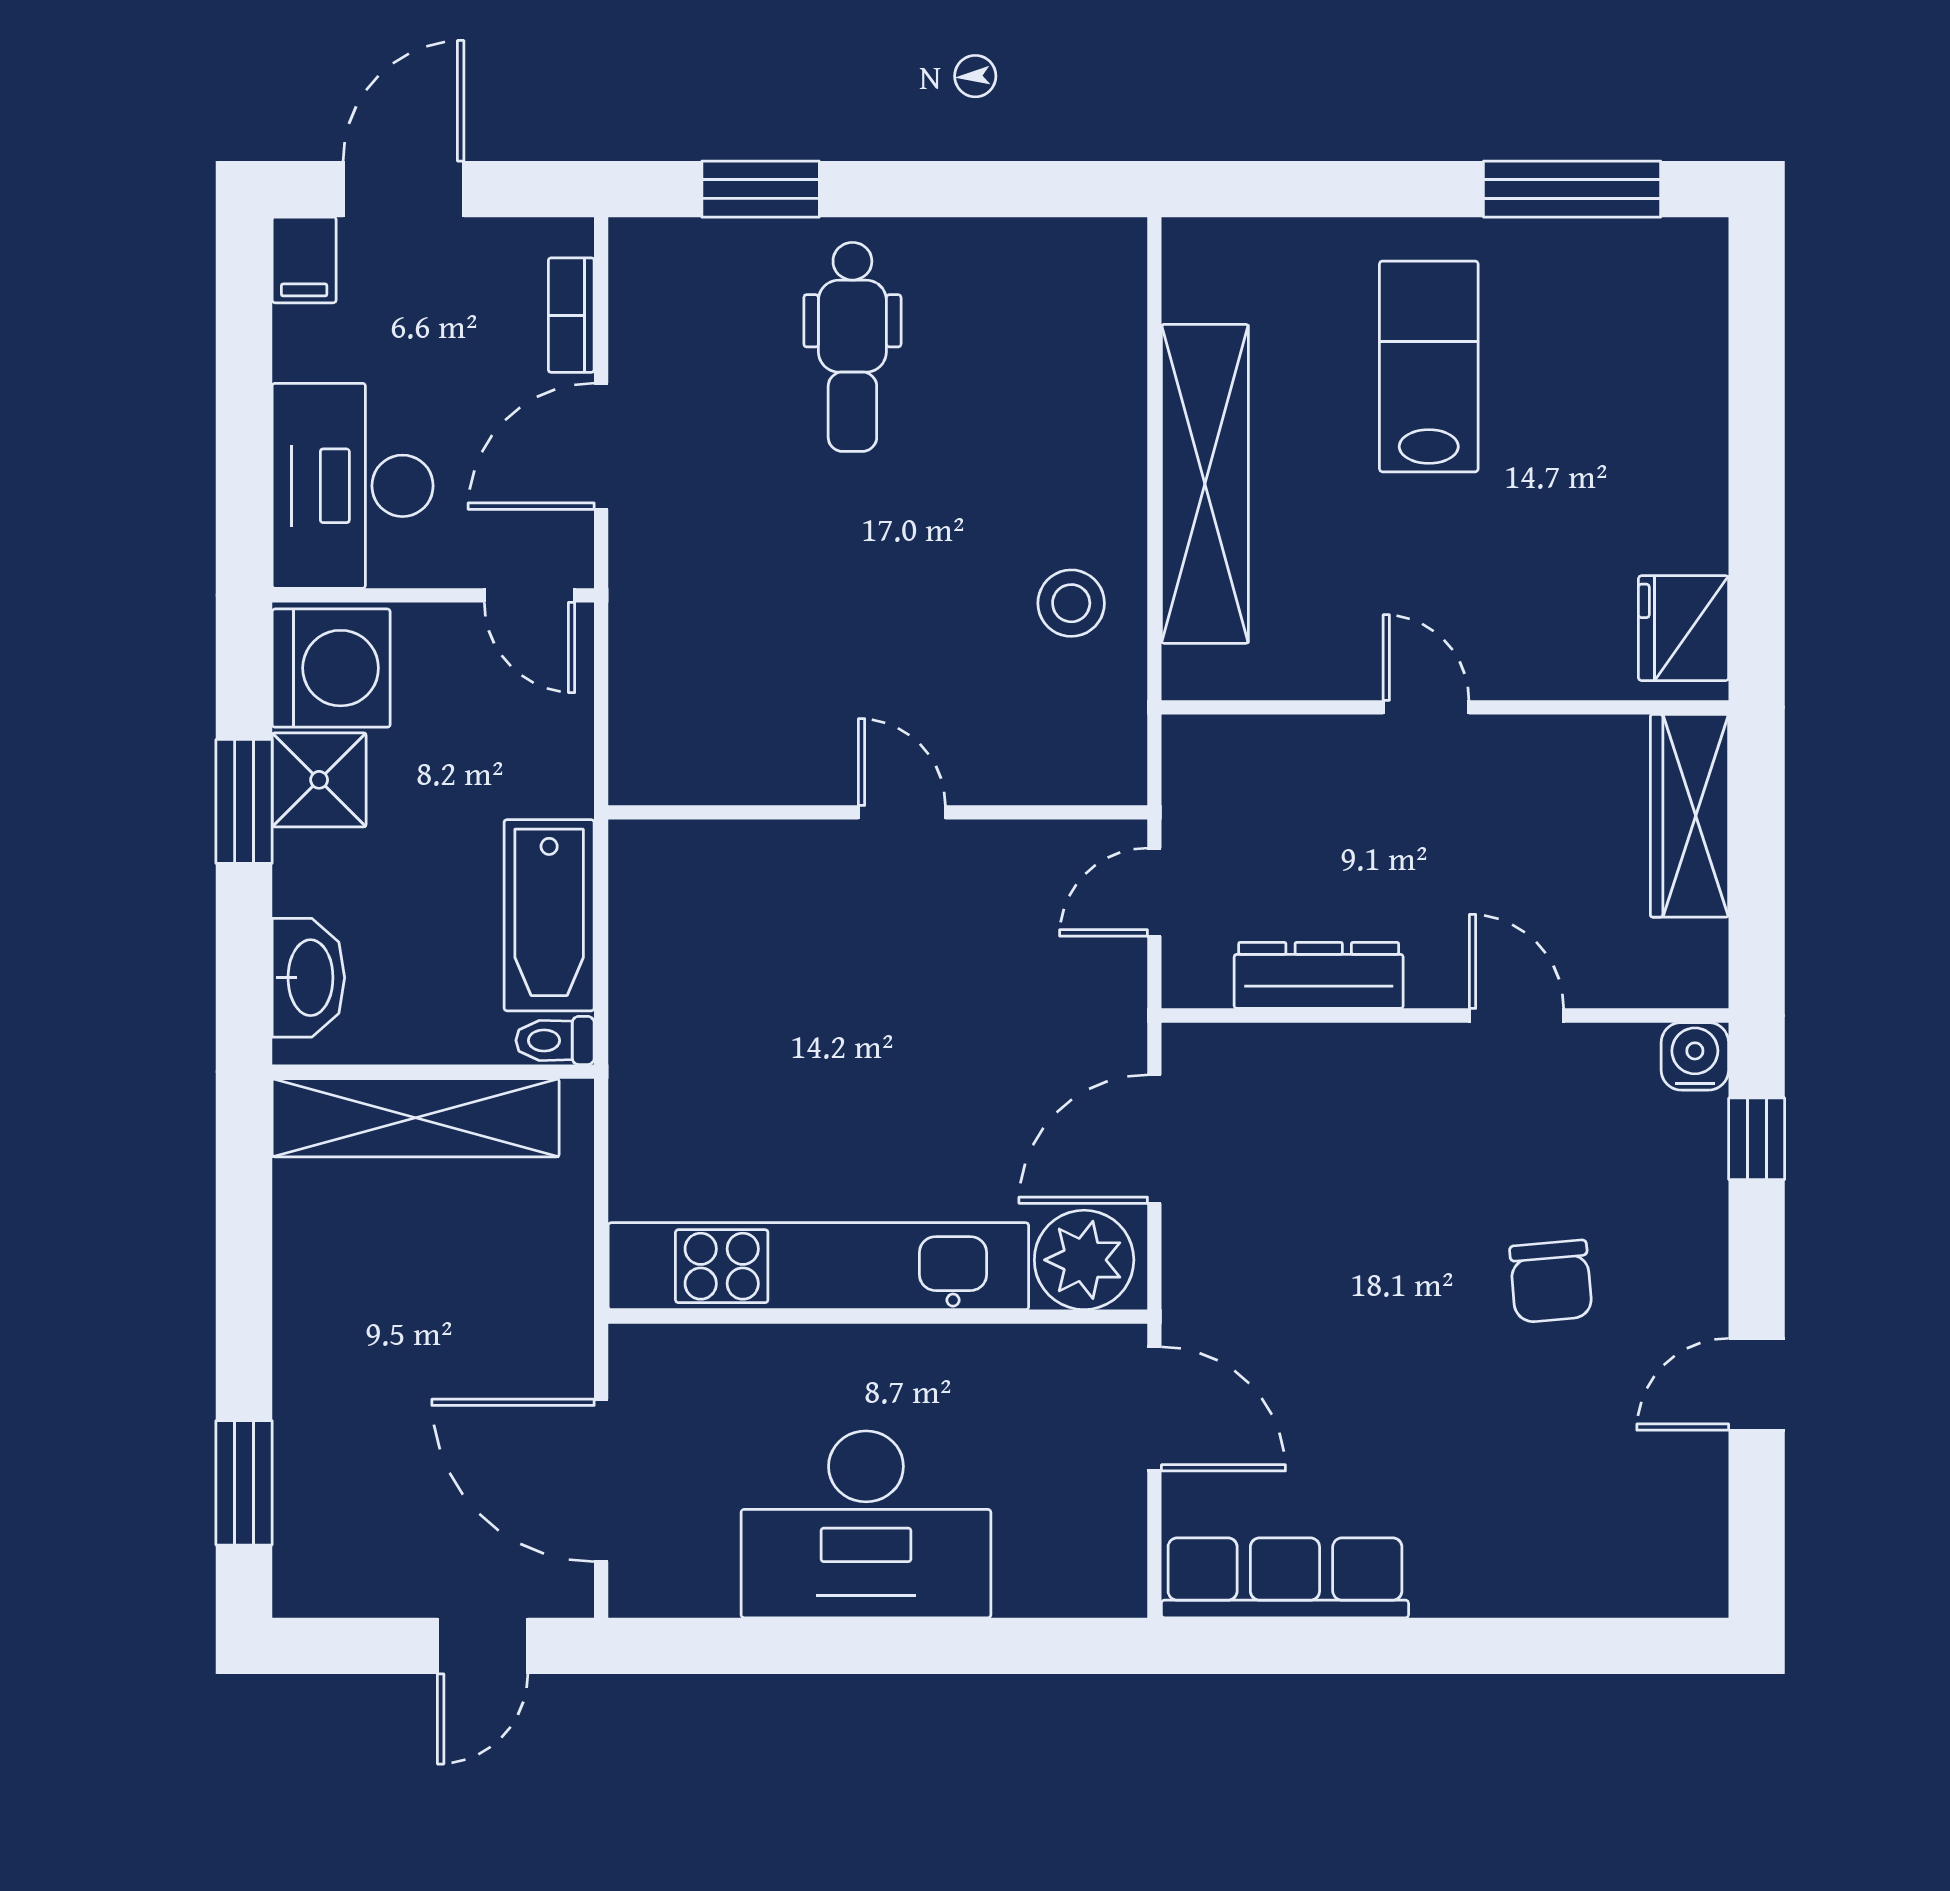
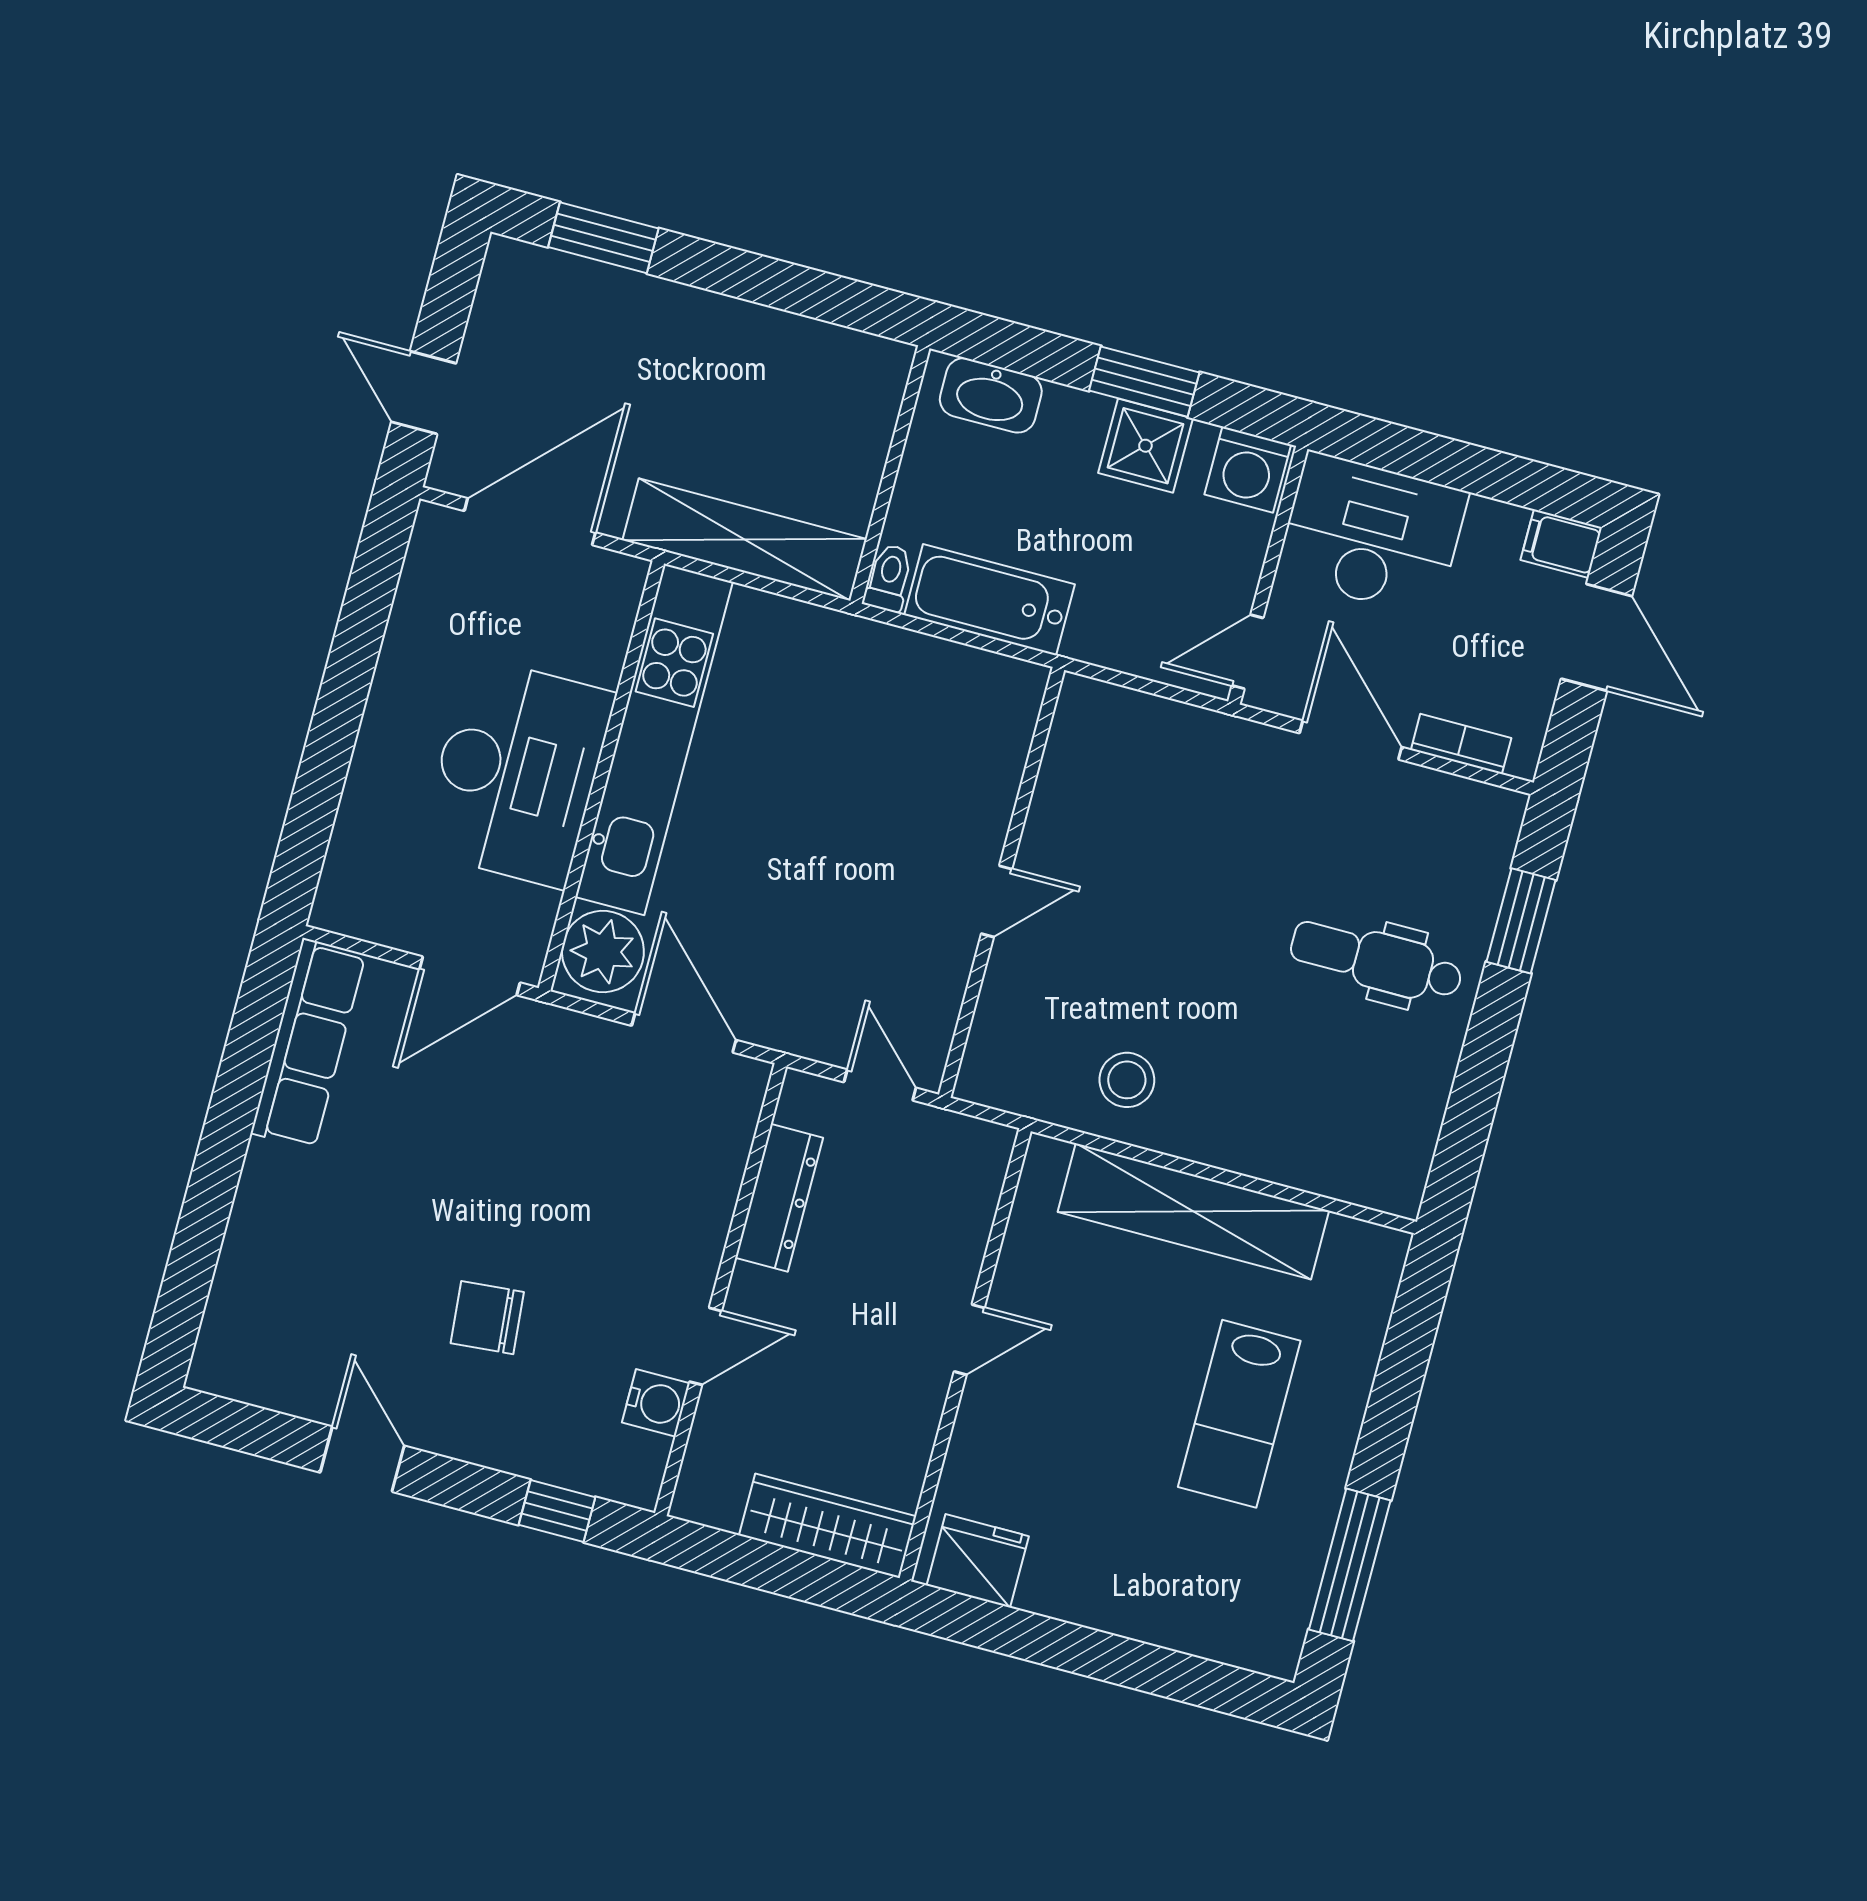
lab bench: (1429, 366) -> (1239, 1414), turned 90
washing machine: (331, 668) -> (1248, 470), width x0.73, depth x0.73
water cooler: (1695, 1056) -> (656, 1403), moved
shelving: (416, 1118) -> (745, 540), moved, turned 90
desk: (866, 1524) -> (517, 772), moved, turned 180

